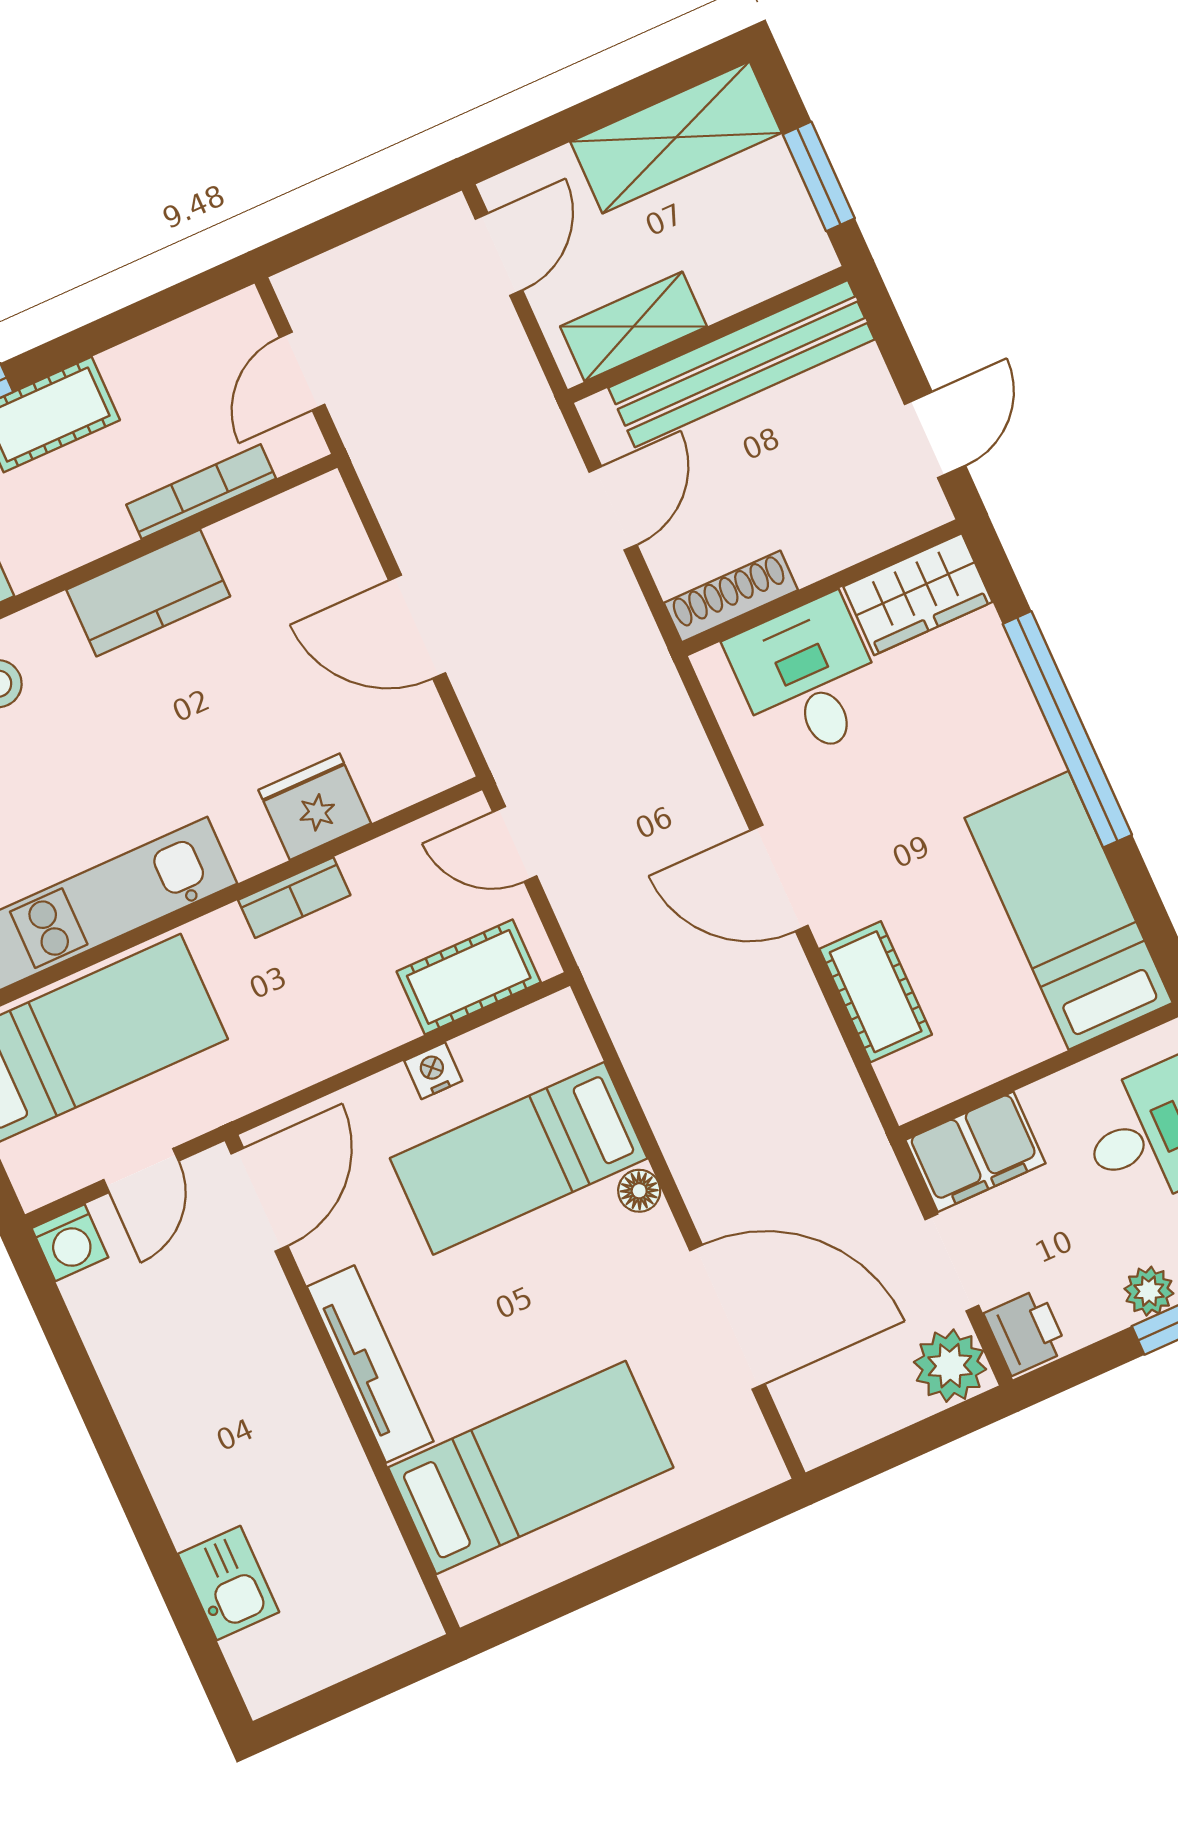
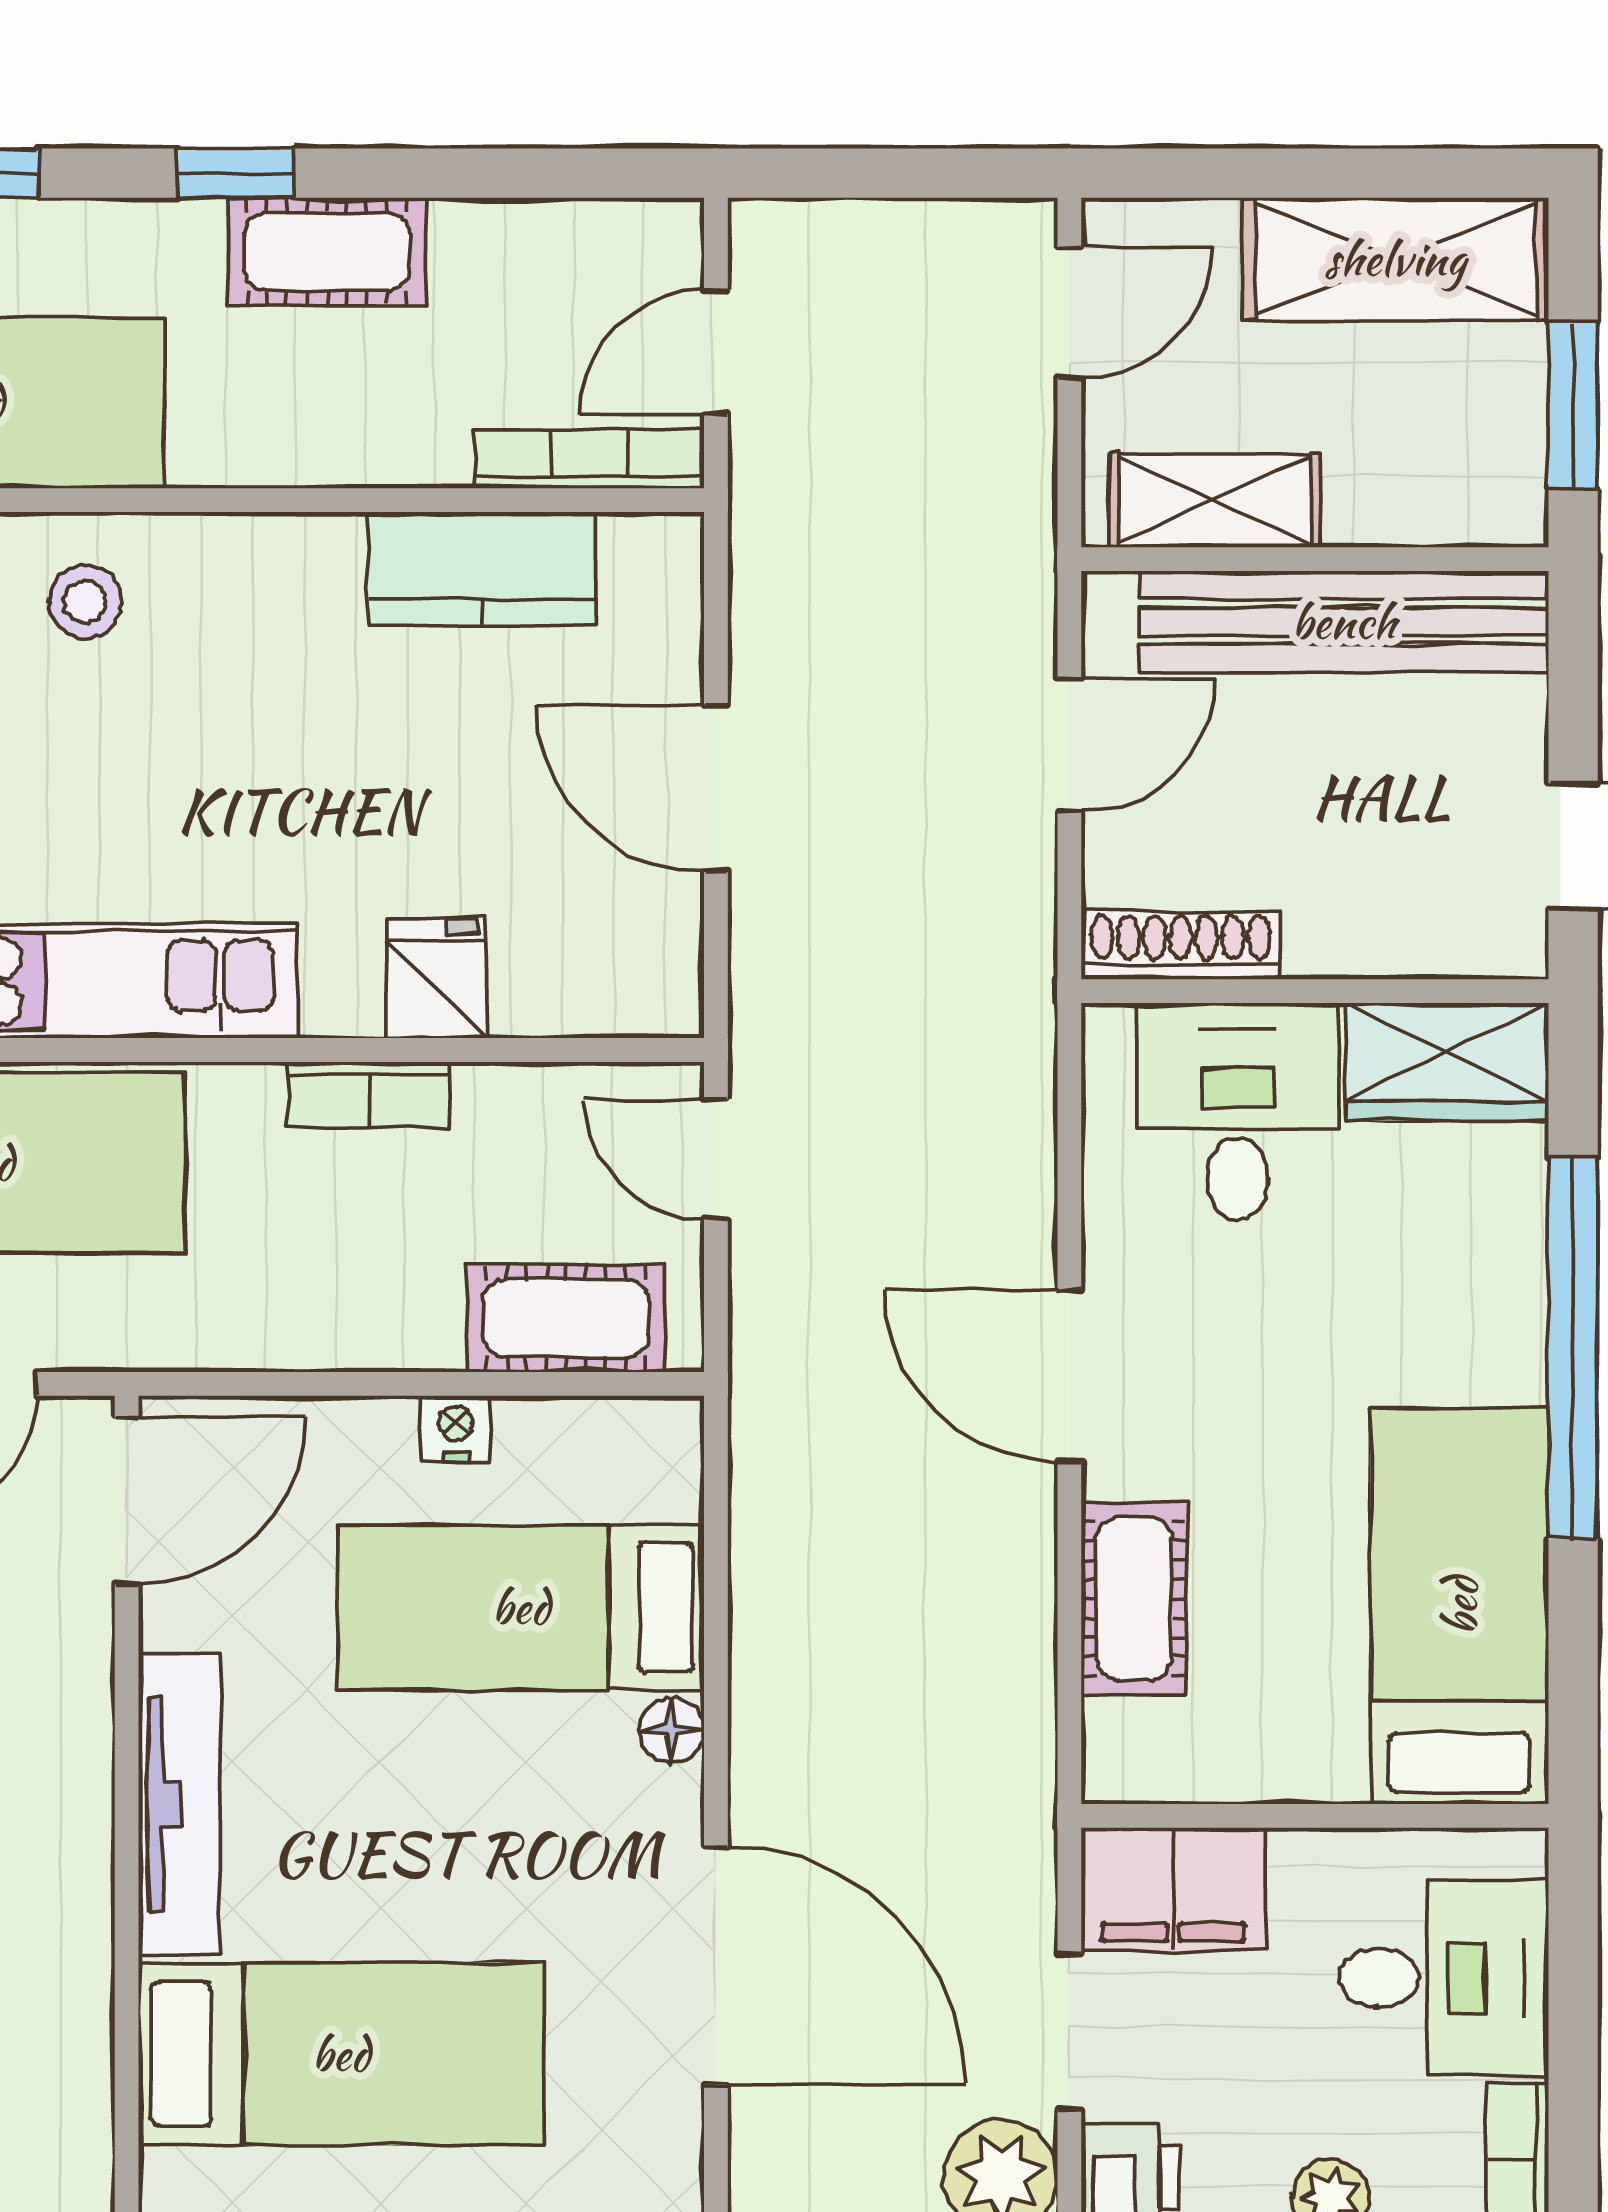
bookcase: (201, 492) -> (589, 459), moved
kitchen counter: (148, 593) -> (482, 569), moved
fridge: (315, 807) -> (437, 978), width x0.72

